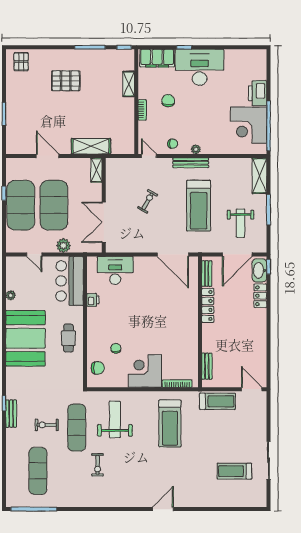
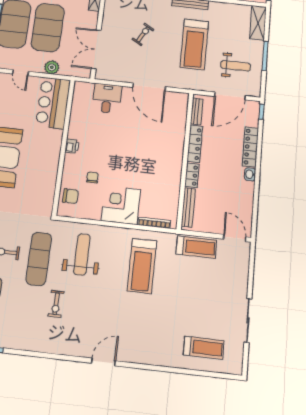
weight bench: (240, 223) -> (236, 66), turned -90
door: (173, 254) -> (149, 87), moved
desk: (115, 270) -> (107, 98), width x0.73
washbasin: (259, 270) -> (250, 174), moved, width x0.52, depth x0.69
locker: (260, 296) -> (250, 147), width x1.53
printer: (93, 300) -> (72, 146), moved
locker: (208, 336) -> (192, 175), added
cafe table: (68, 338) -> (44, 161), removed
bench: (207, 366) -> (188, 207), width x1.36
treadmill: (234, 471) -> (204, 348), moved, turned 180
door: (163, 509) -> (104, 362), moved

